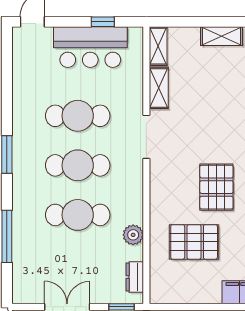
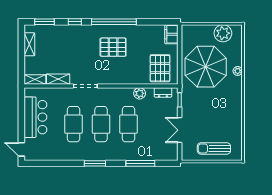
window: (103, 22) -> (21, 110), removed
pallet: (194, 242) -> (160, 68), moved

